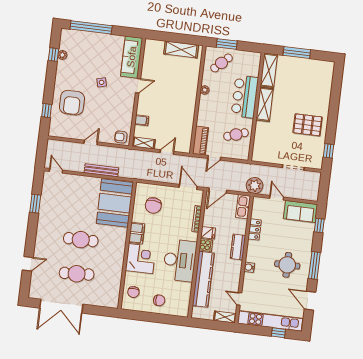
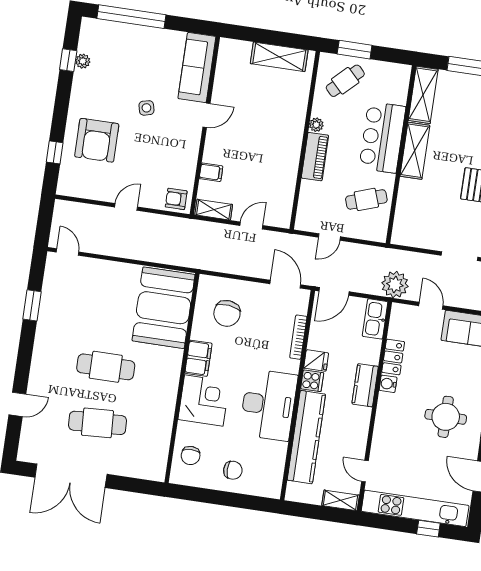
piano: (200, 141) -> (315, 157), moved
bench: (101, 170) -> (143, 253), removed
water cooler: (249, 267) -> (388, 384), moved

